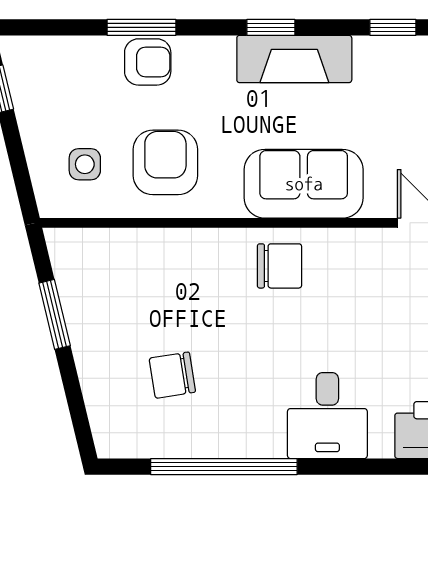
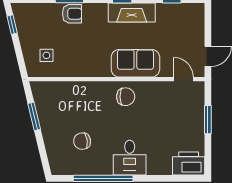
armchair: (165, 162) -> (79, 55), removed
desk: (327, 416) -> (130, 158), moved

